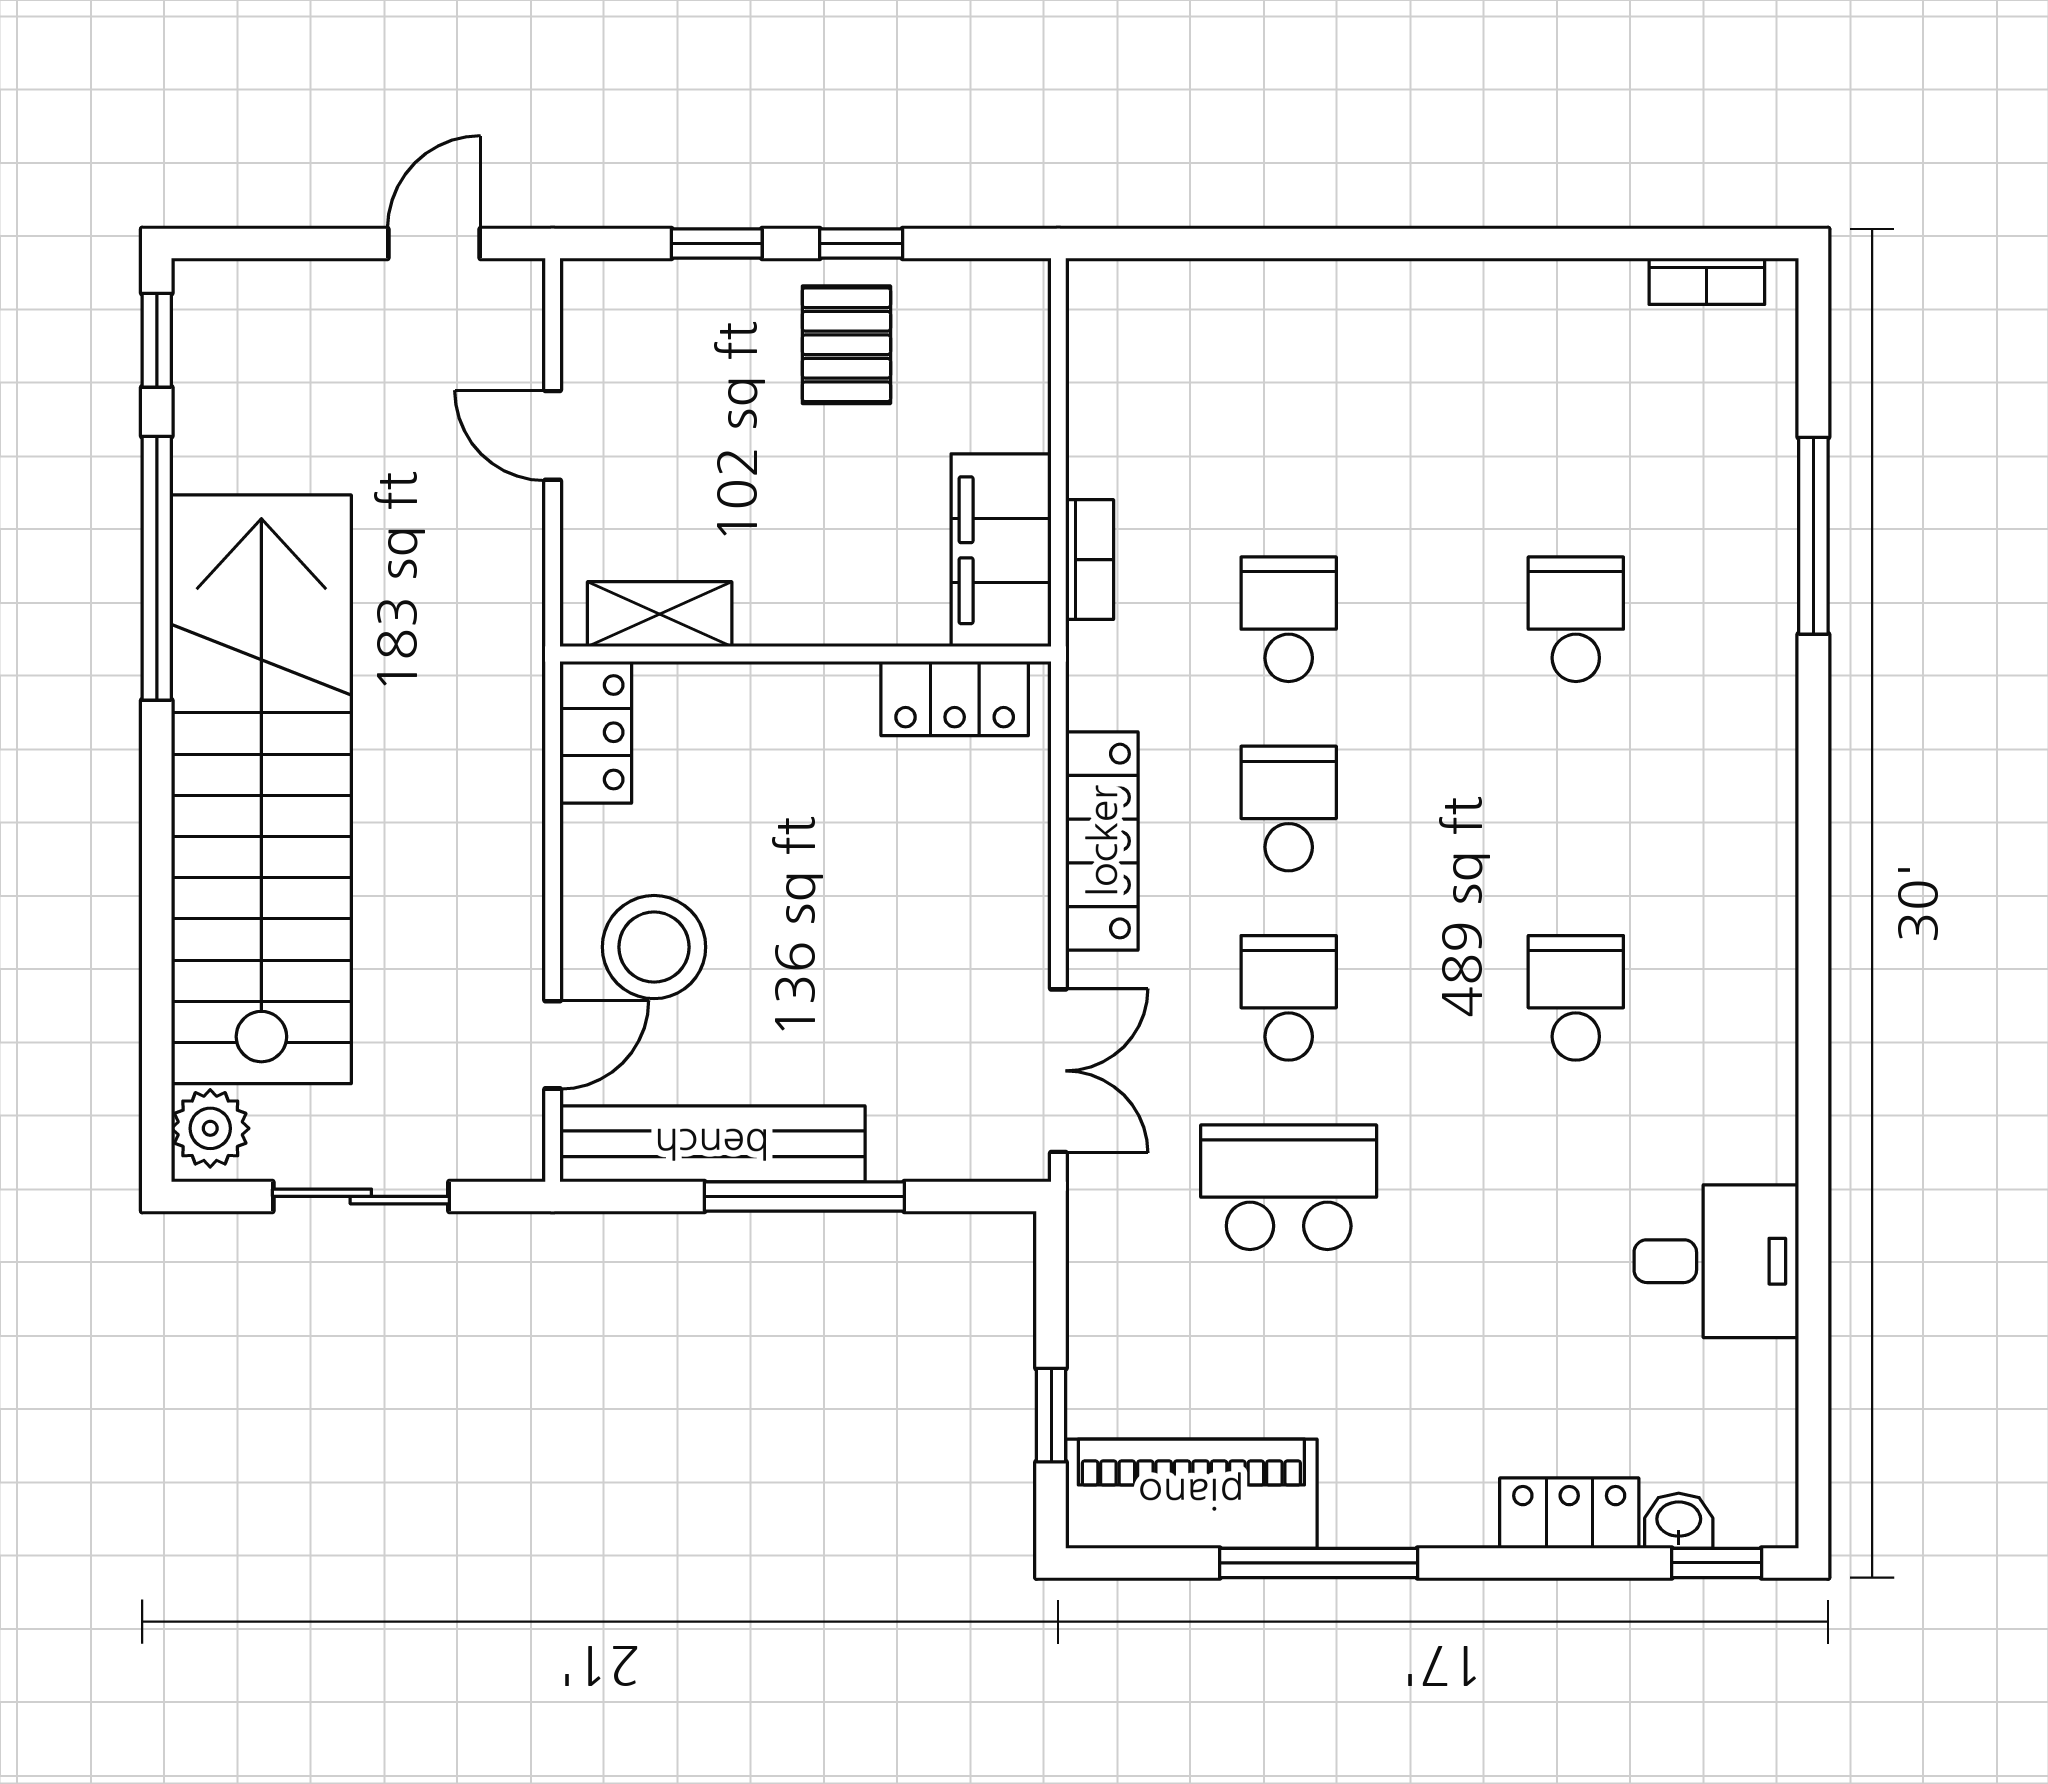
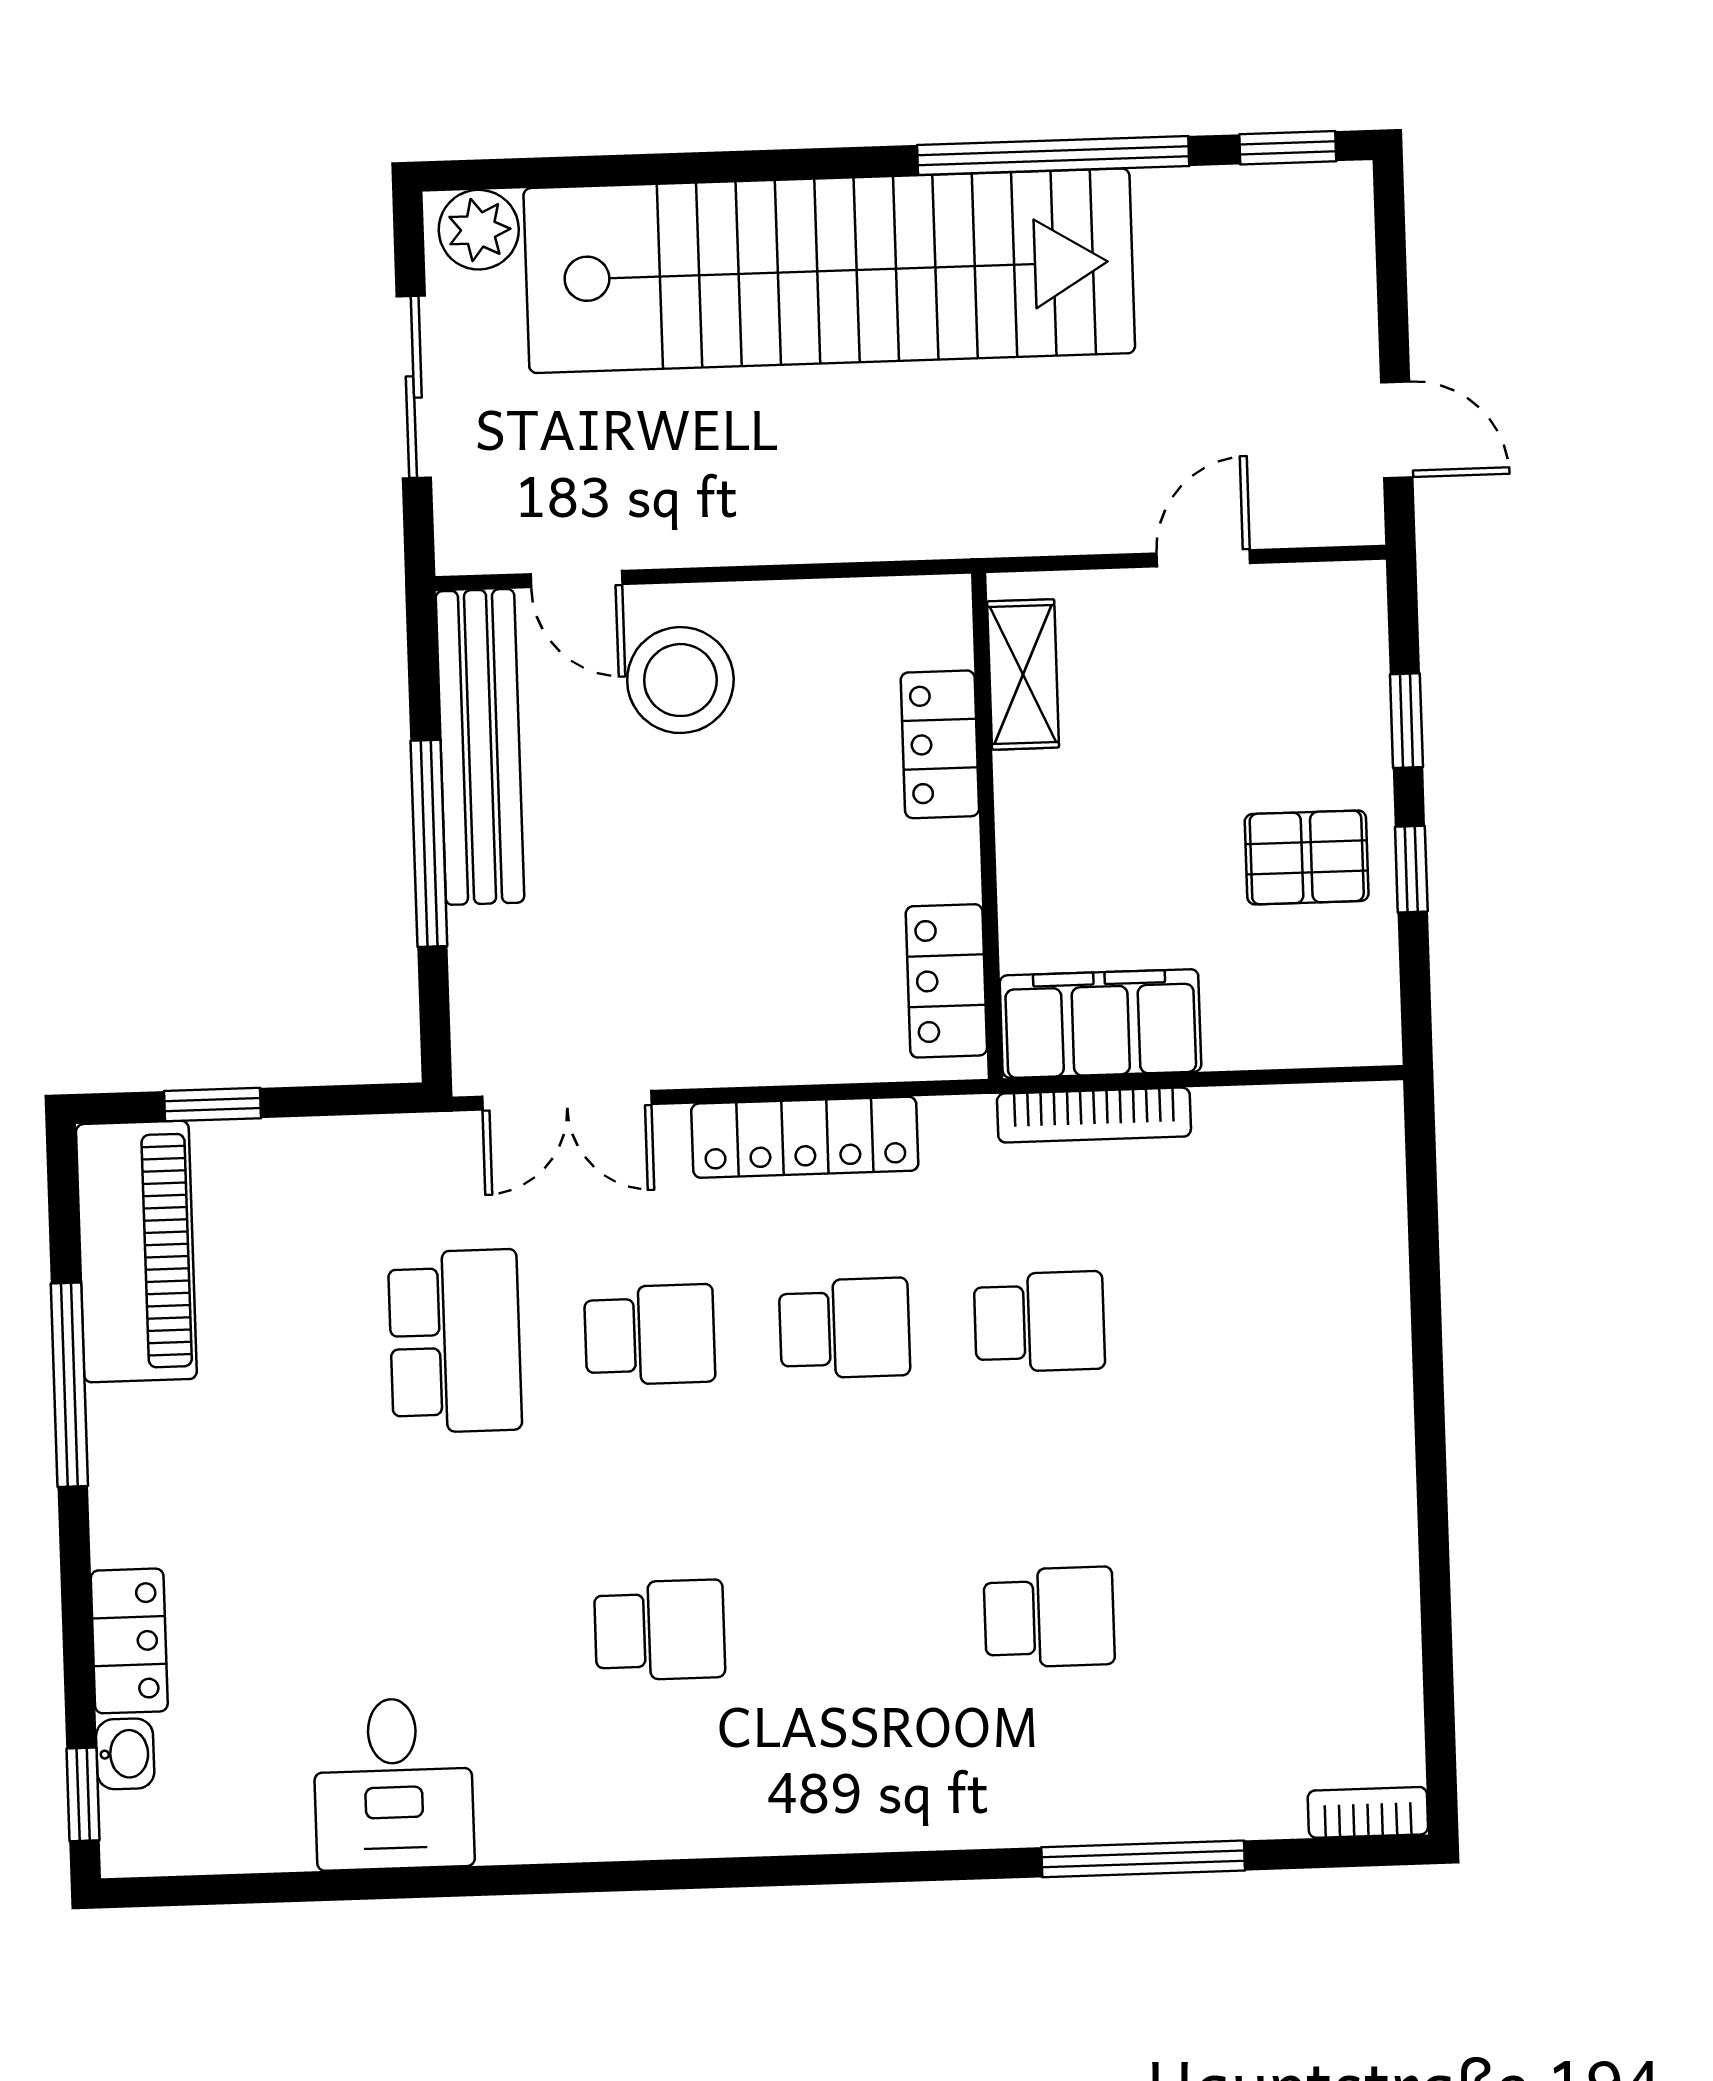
bookcase: (1707, 281) -> (1368, 1812), moved, turned 90
bookcase: (1090, 560) -> (1094, 1115), width x1.56
locker: (596, 732) -> (940, 744), moved, turned 90

